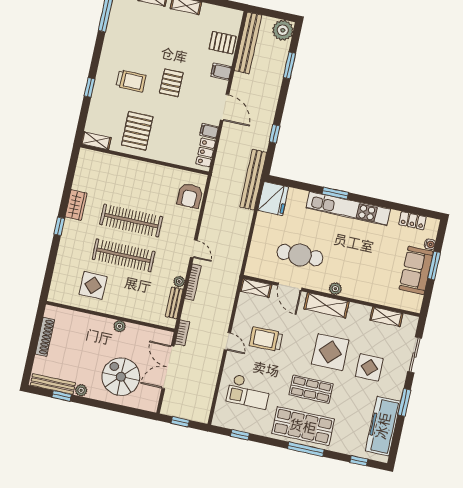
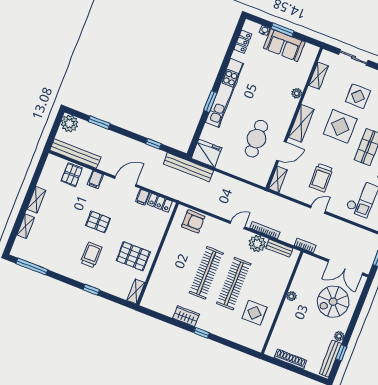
plant: (179, 281) -> (257, 244), width x1.88, depth x1.88
plant: (335, 289) -> (297, 93), moved
double door: (168, 367) -> (345, 267), moved

